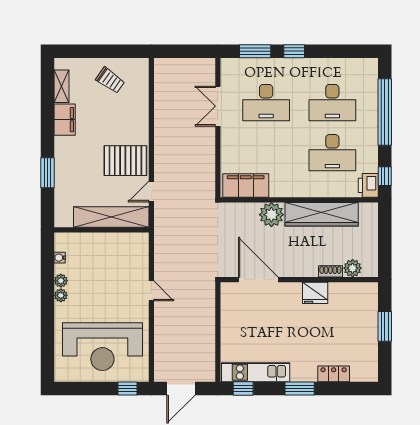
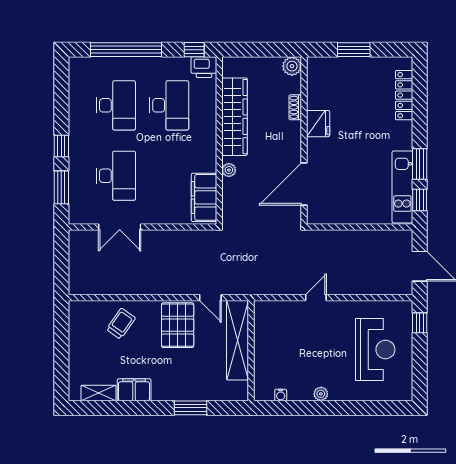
trolley: (110, 80) -> (121, 324), moved
plant: (271, 215) -> (229, 170), width x0.53, depth x0.53
plant: (353, 268) -> (292, 66), moved
plant: (61, 281) -> (305, 394), removed
reception desk: (102, 347) -> (375, 350), width x0.74, depth x0.77
locker: (334, 374) -> (404, 95), width x1.53
window: (300, 388) -> (420, 164), moved

